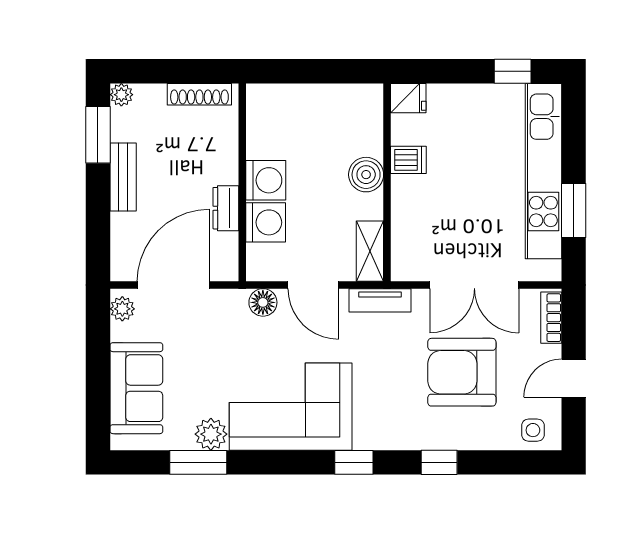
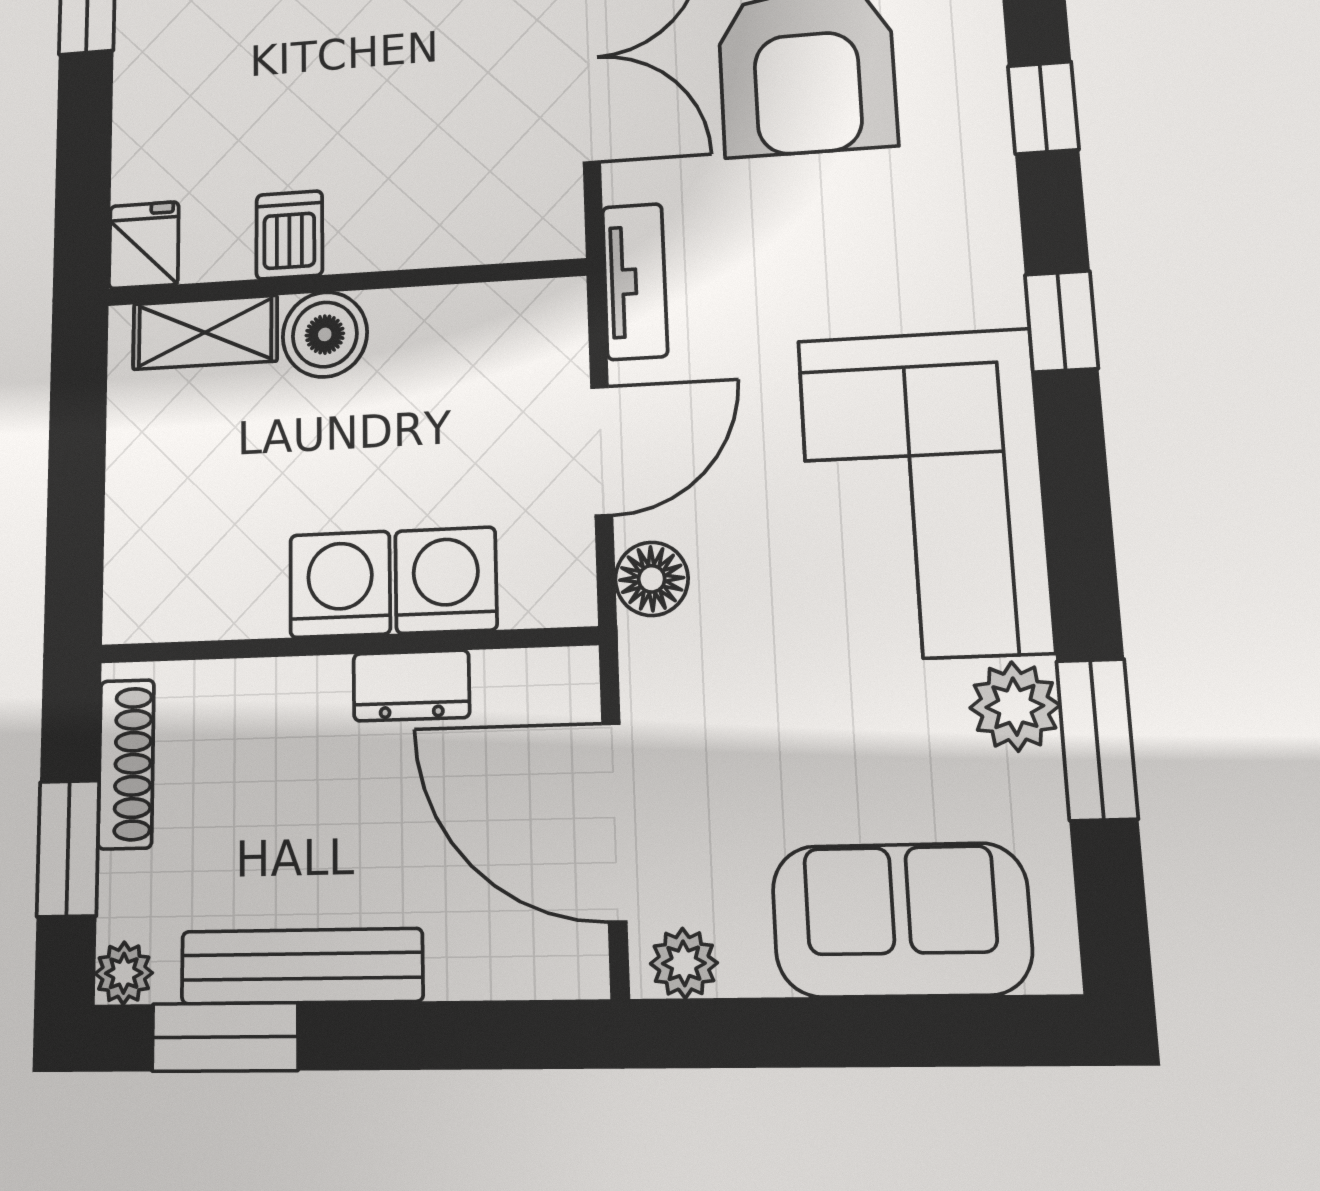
window: (168, 71) -> (68, 848), added
bench: (123, 177) -> (301, 966), width x1.36
shelving: (370, 251) -> (205, 332), moved

